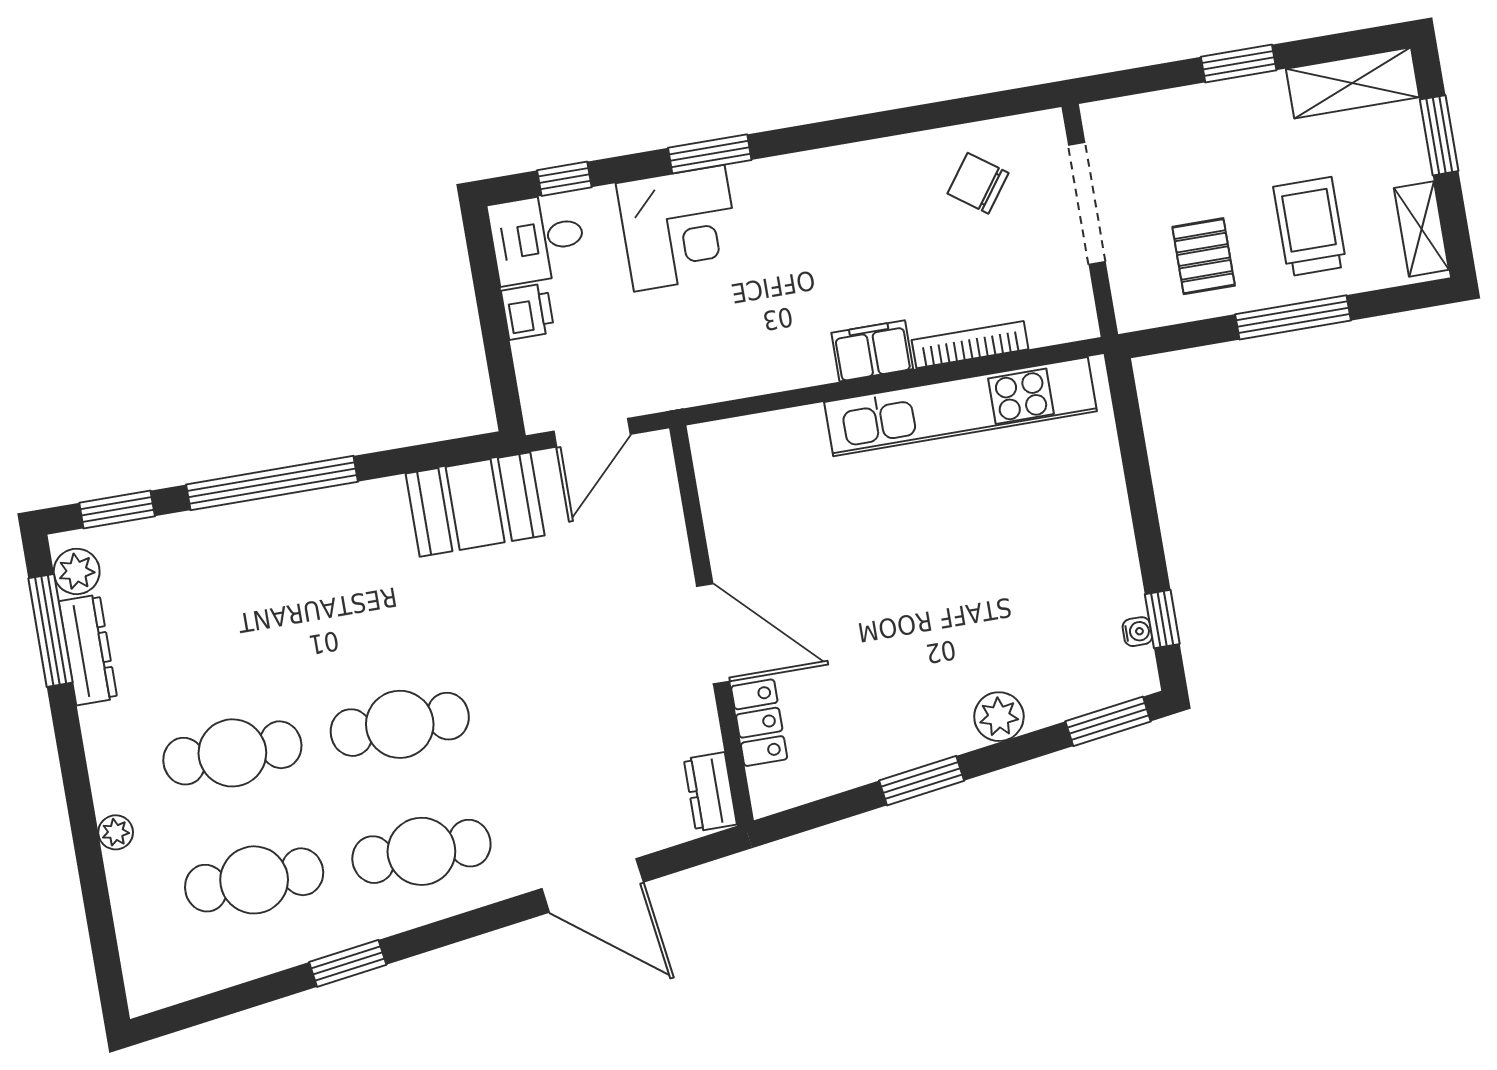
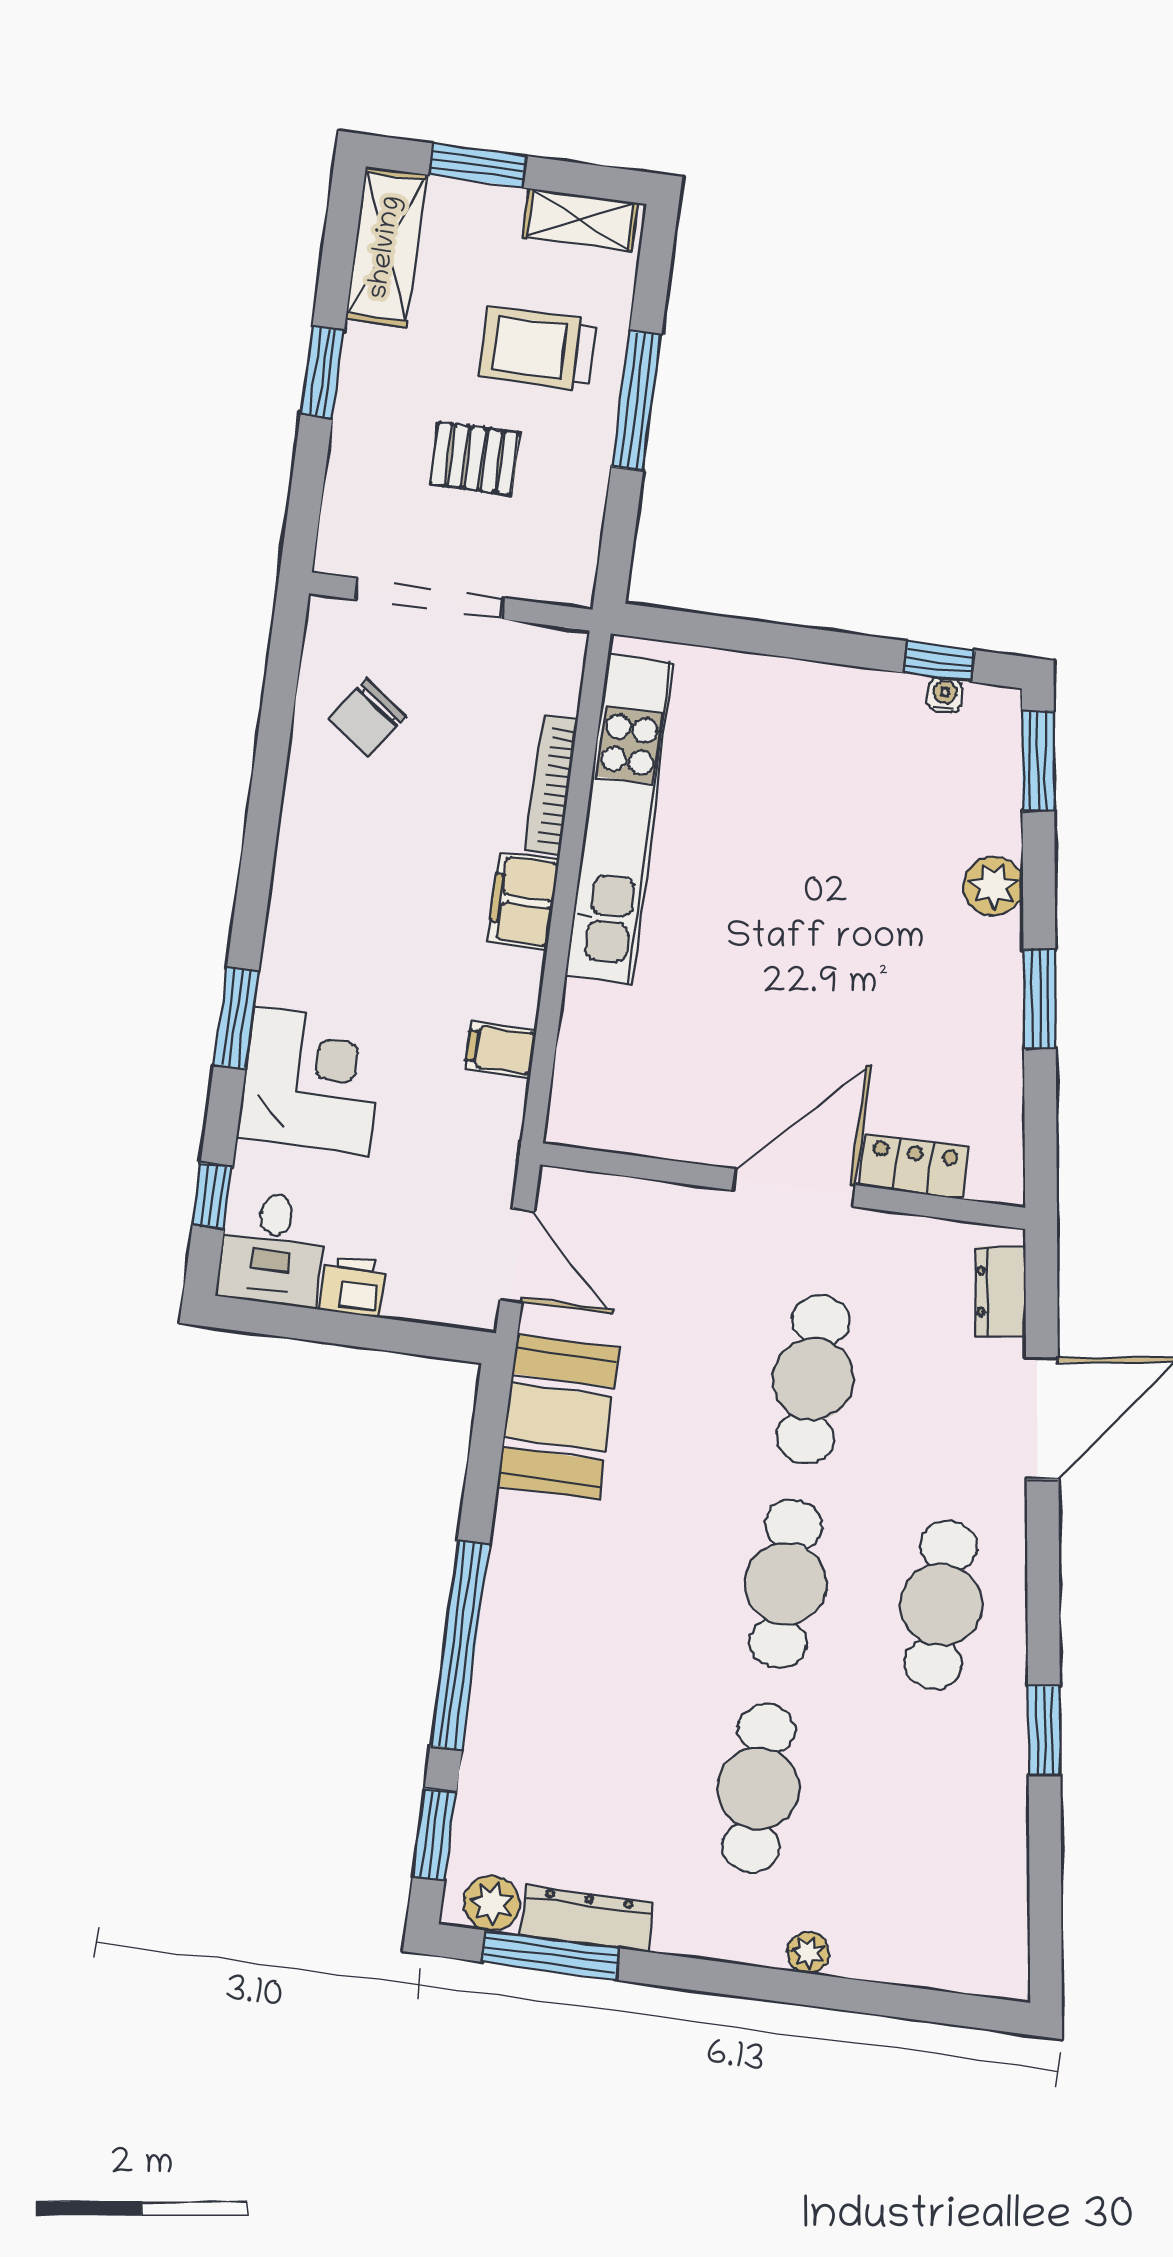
pallet: (1204, 256) -> (475, 458), moved
filing cabinet: (750, 369) -> (501, 1049), added
dresser: (710, 792) -> (1001, 1291), moved, turned 82
cafe table: (254, 880) -> (813, 1379), moved

